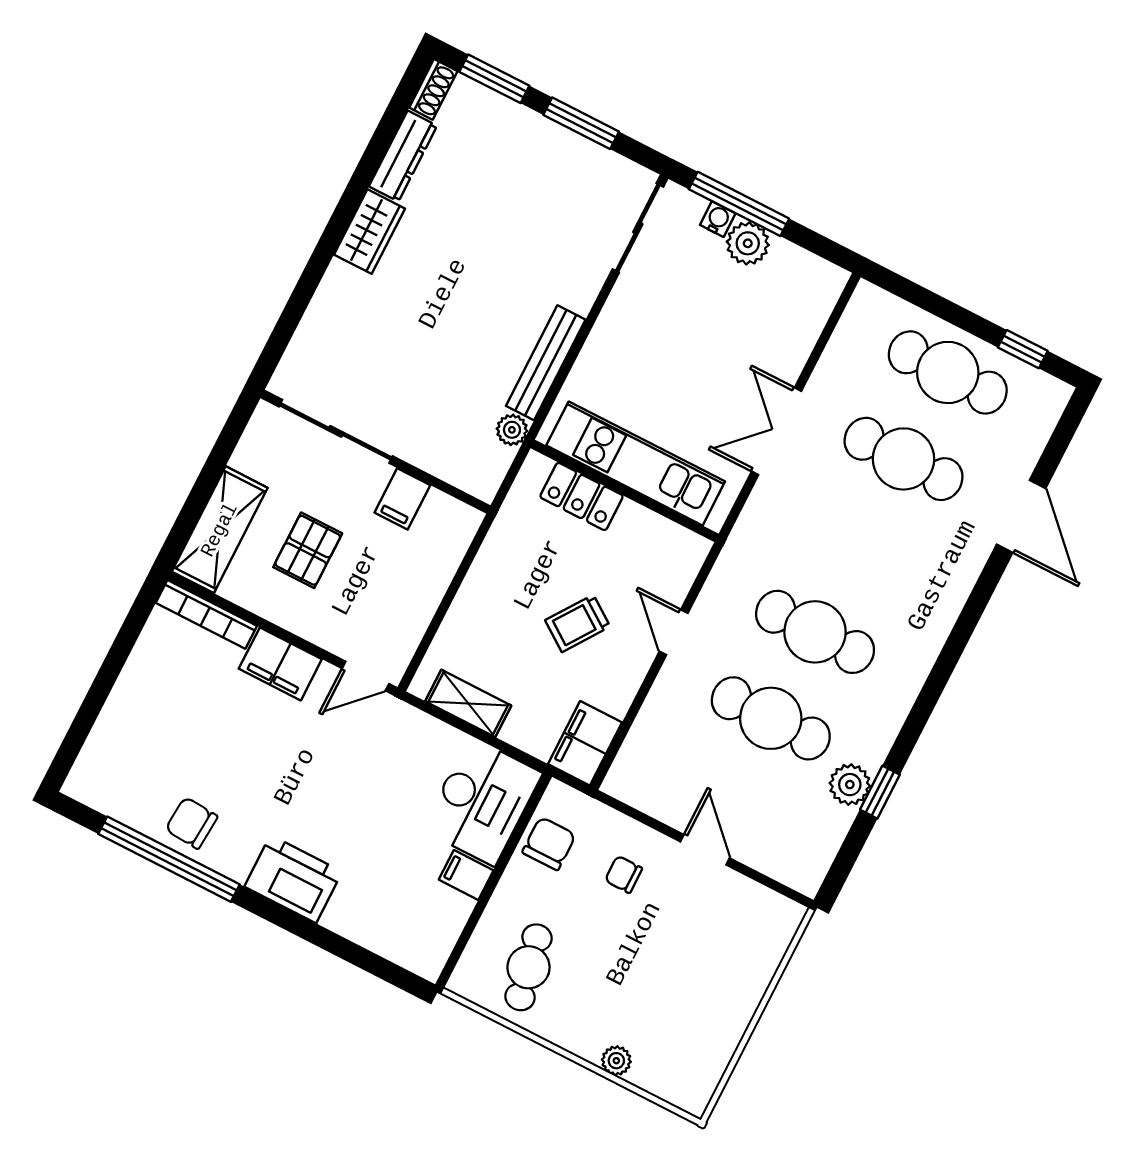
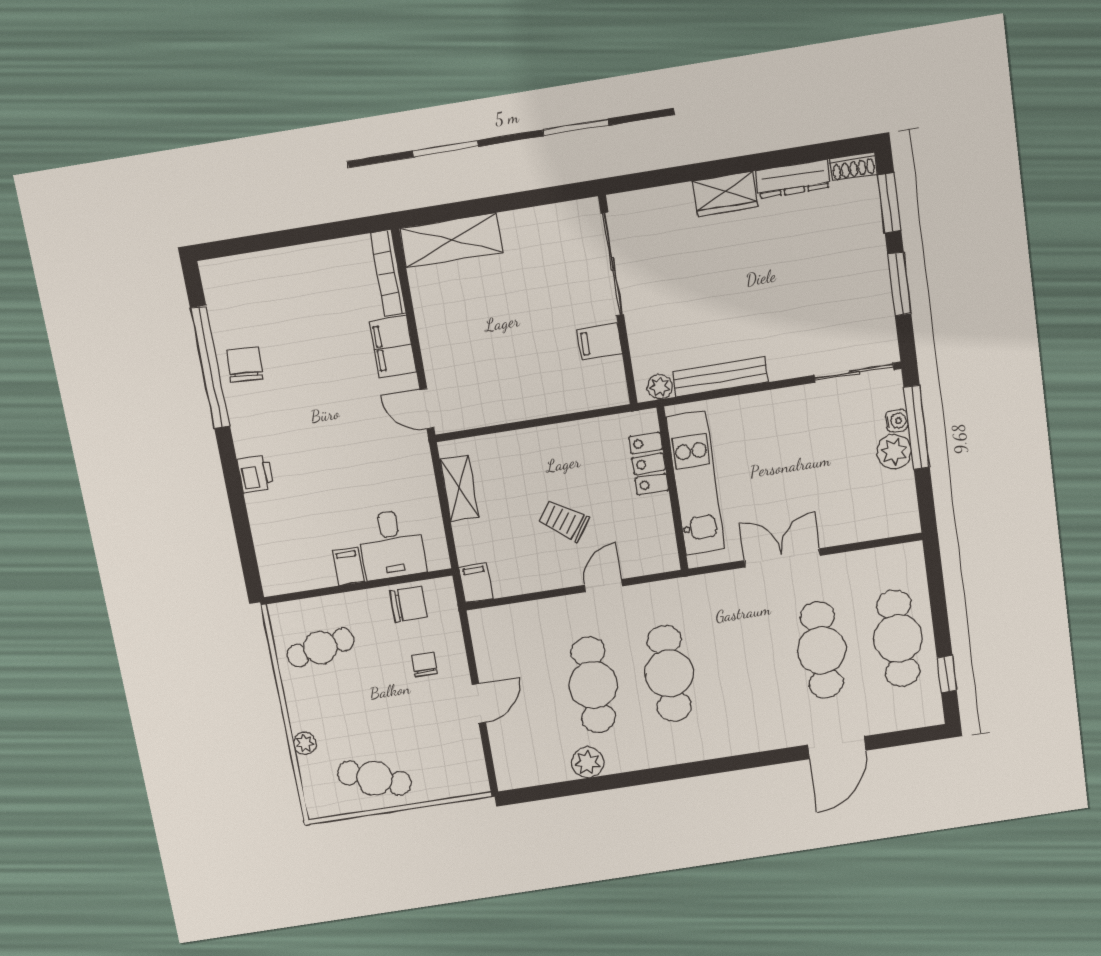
sliding door: (336, 431) -> (612, 264), moved
wall: (375, 452) -> (618, 301), moved
filing cabinet: (402, 499) -> (600, 342), moved
pallet: (308, 550) -> (481, 310), removed
filing cabinet: (585, 743) -> (476, 583), width x0.50
window: (880, 792) -> (597, 784), removed
desk: (482, 801) -> (392, 544), width x0.73
printer: (293, 879) -> (256, 474), width x0.53, depth x0.68
cafe table: (706, 1017) -> (375, 778), added

